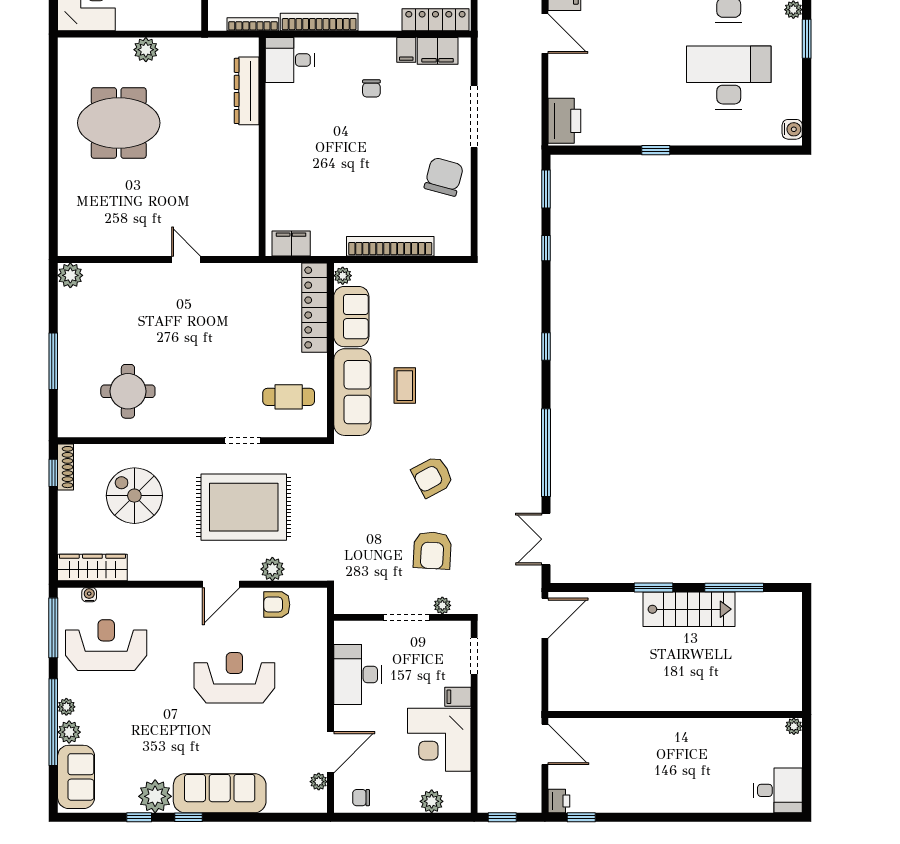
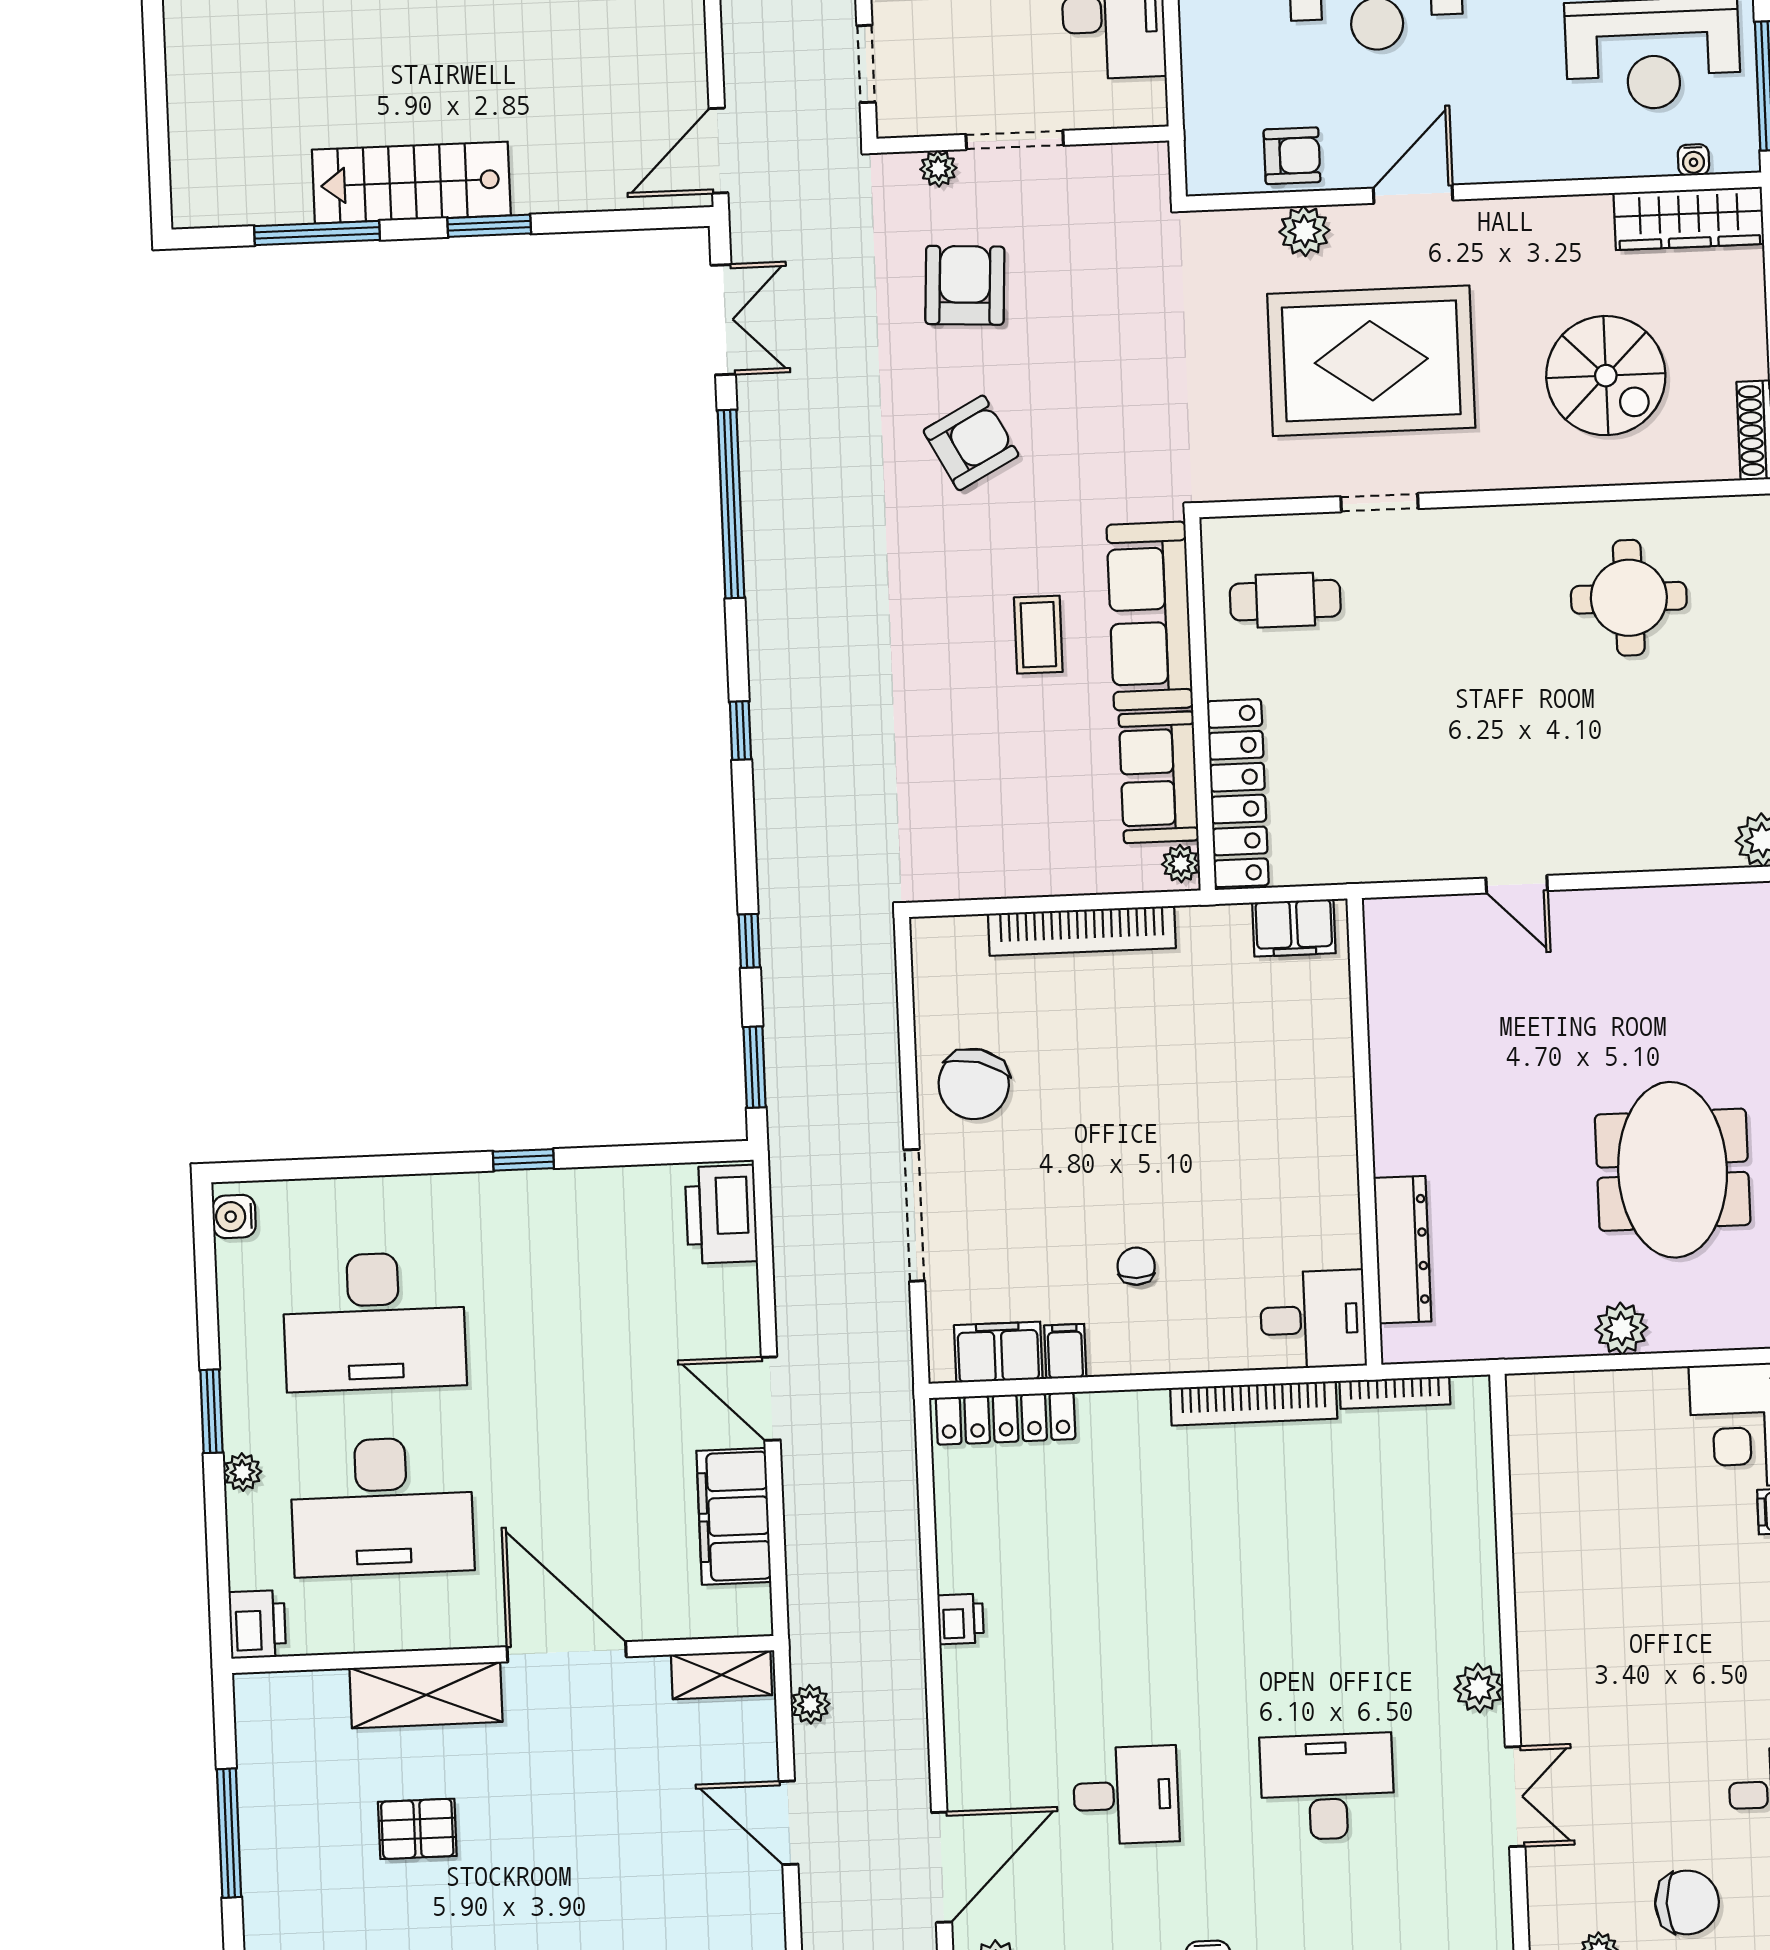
meeting table: (119, 123) -> (1673, 1170), turned 90

